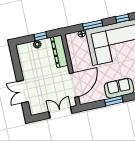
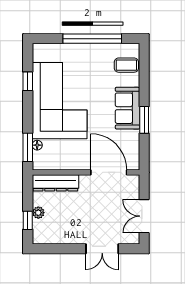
window: (93, 25) -> (28, 147), moved
window: (40, 36) -> (28, 220), moved
double door: (60, 112) -> (144, 216), moved

